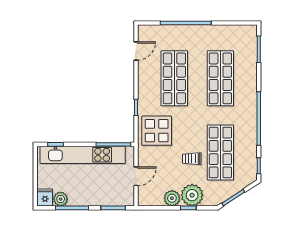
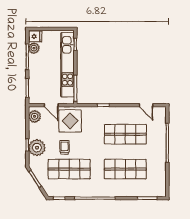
display table: (157, 131) -> (70, 121), moved
plant: (172, 198) -> (35, 116), moved

